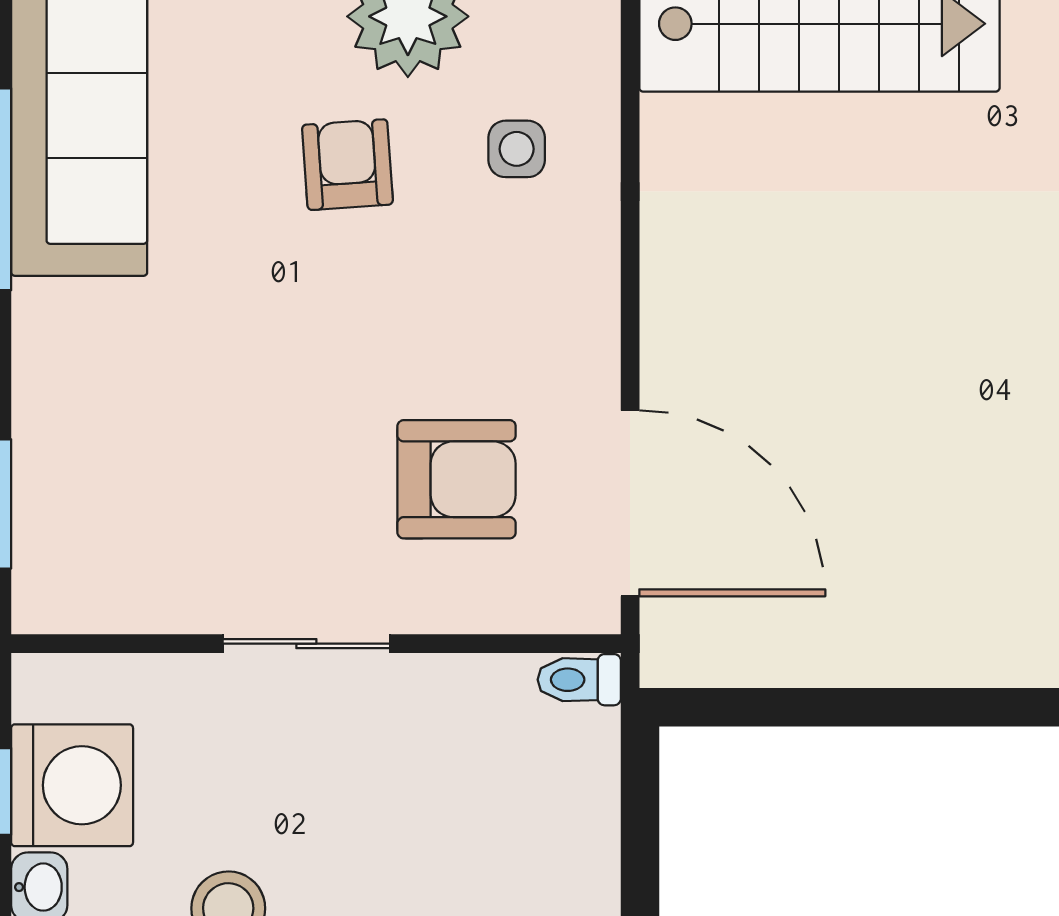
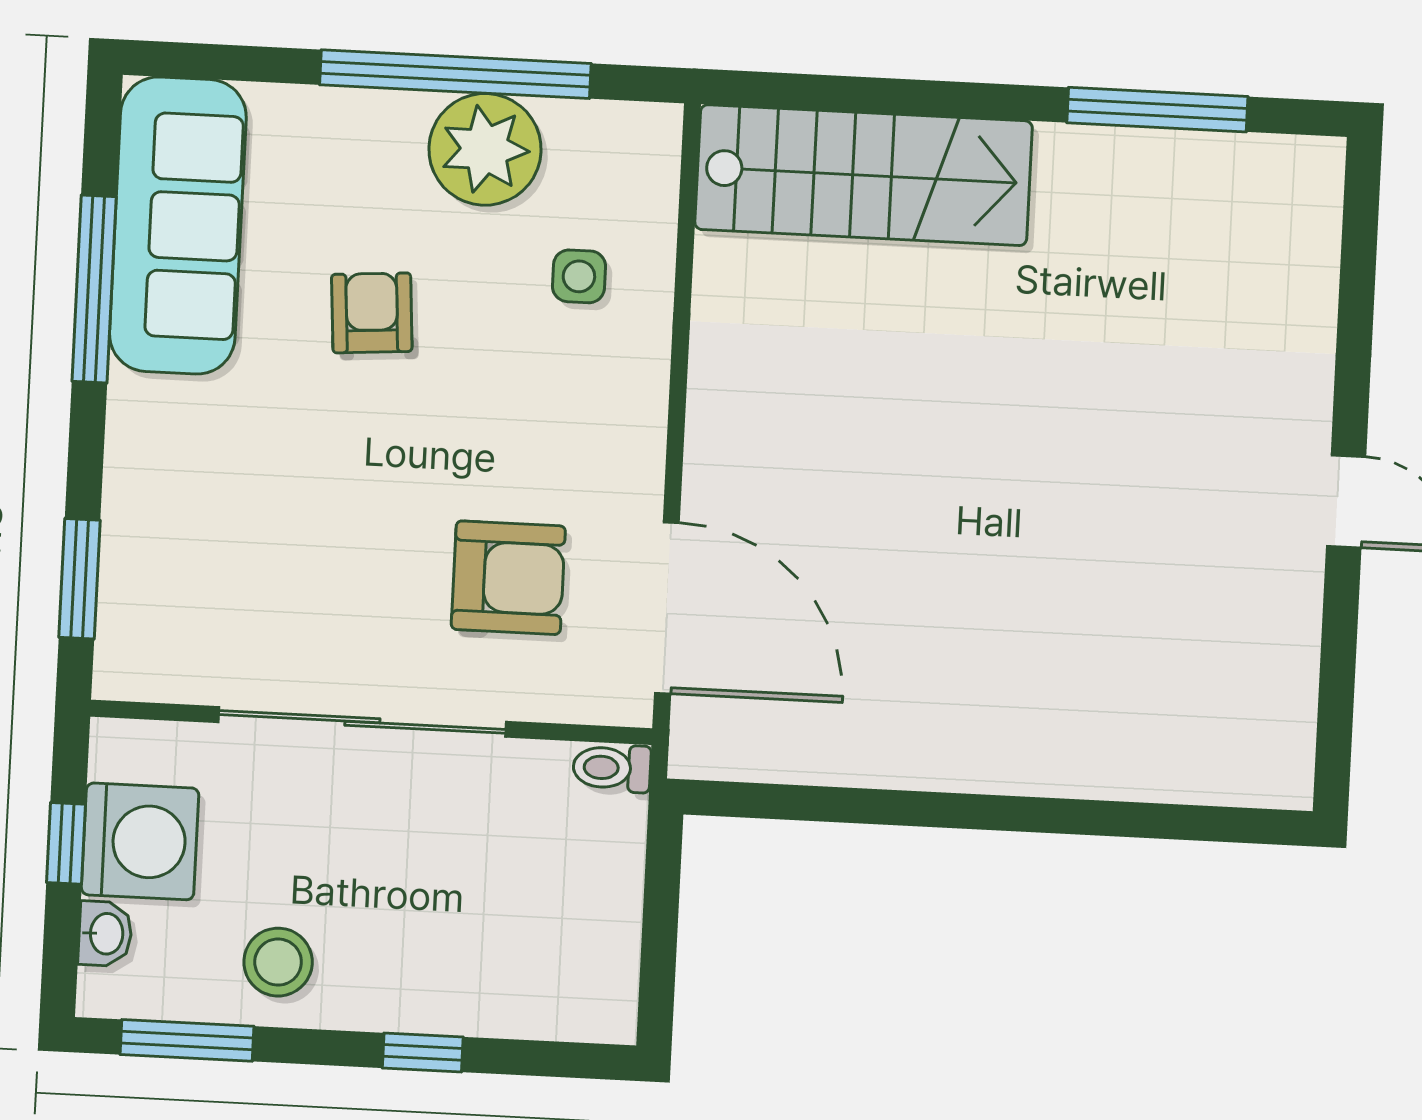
armchair: (347, 165) -> (372, 313), moved
sliding door: (306, 644) -> (362, 722), width x1.86

